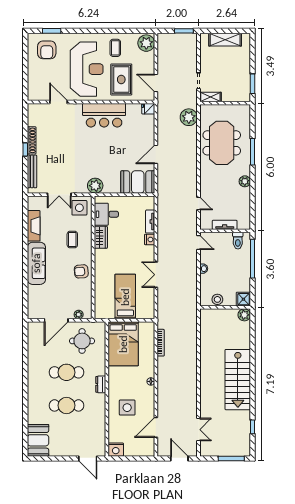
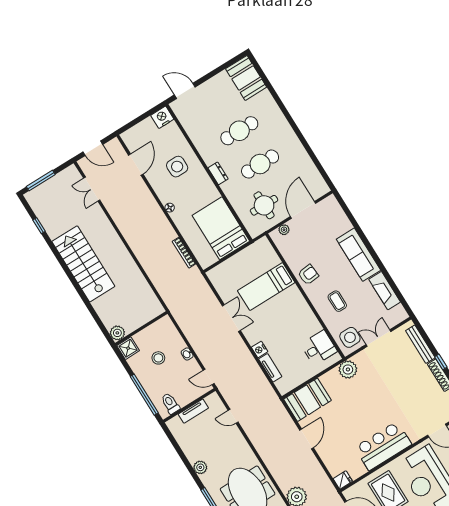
wardrobe: (101, 237) -> (310, 321), removed
bed: (125, 297) -> (266, 287), moved, turned 90
stool: (217, 299) -> (158, 358), moved

